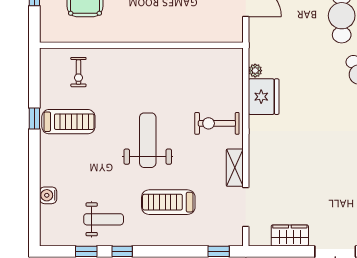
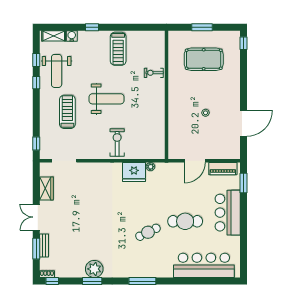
exercise bike: (78, 72) -> (154, 73), moved
window: (34, 118) -> (92, 27), moved
shelving: (235, 168) -> (54, 36), moved
weight bench: (104, 219) -> (57, 71), width x1.36, depth x1.33

